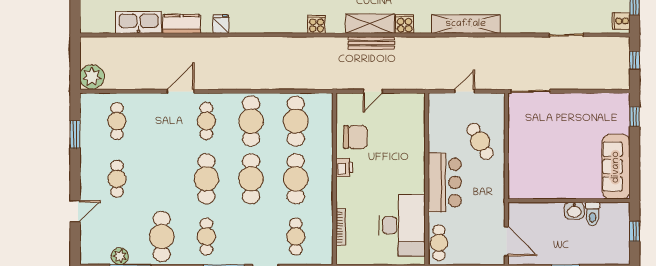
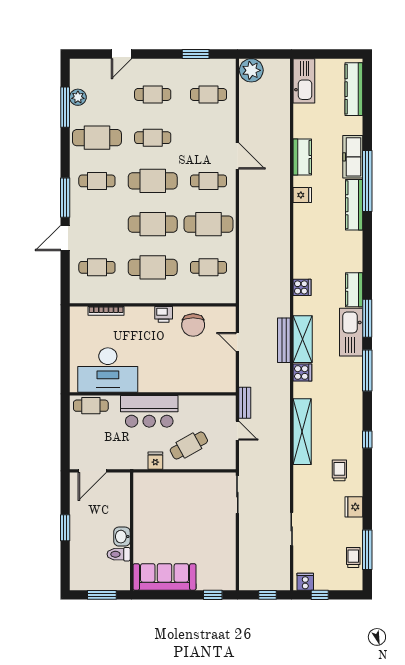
kitchen sink: (138, 22) -> (304, 81), moved
bench: (436, 84) -> (245, 403), added
cafe table: (296, 121) -> (208, 267), width x0.73, depth x0.74
fridge: (496, 176) -> (155, 461), added
cafe table: (162, 179) -> (153, 138), added
door: (75, 211) -> (121, 54), hinge flipped
window: (635, 231) -> (102, 595), width x1.50

